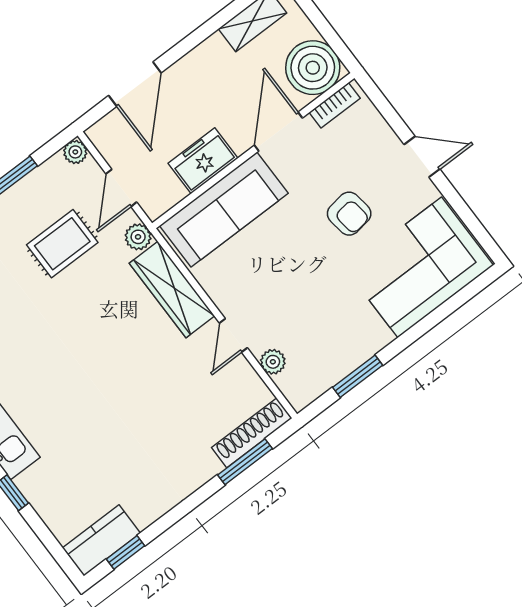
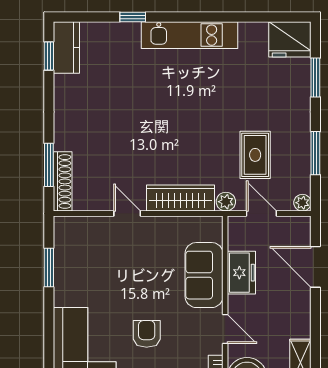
door: (278, 132) -> (225, 329), width x0.73
sofa: (224, 210) -> (204, 275), width x0.73
armchair: (349, 214) -> (147, 334), turned 98
plant: (273, 362) -> (95, 225), removed

